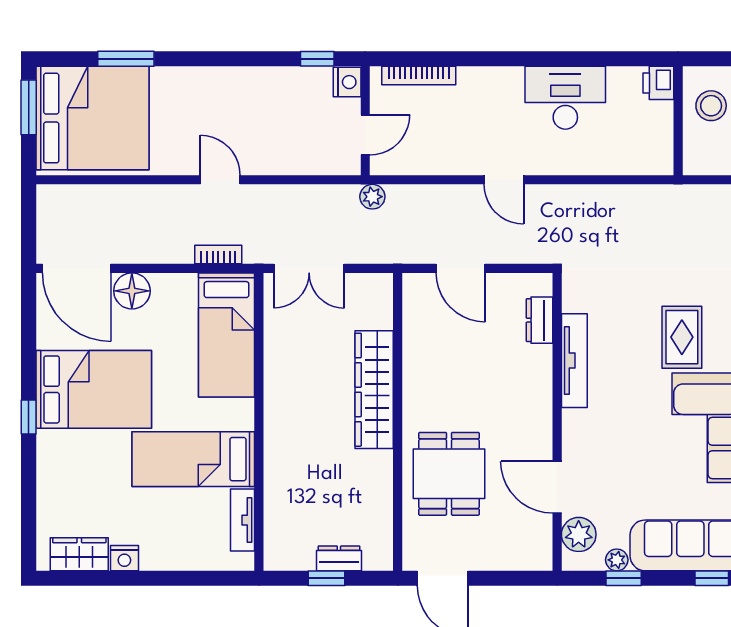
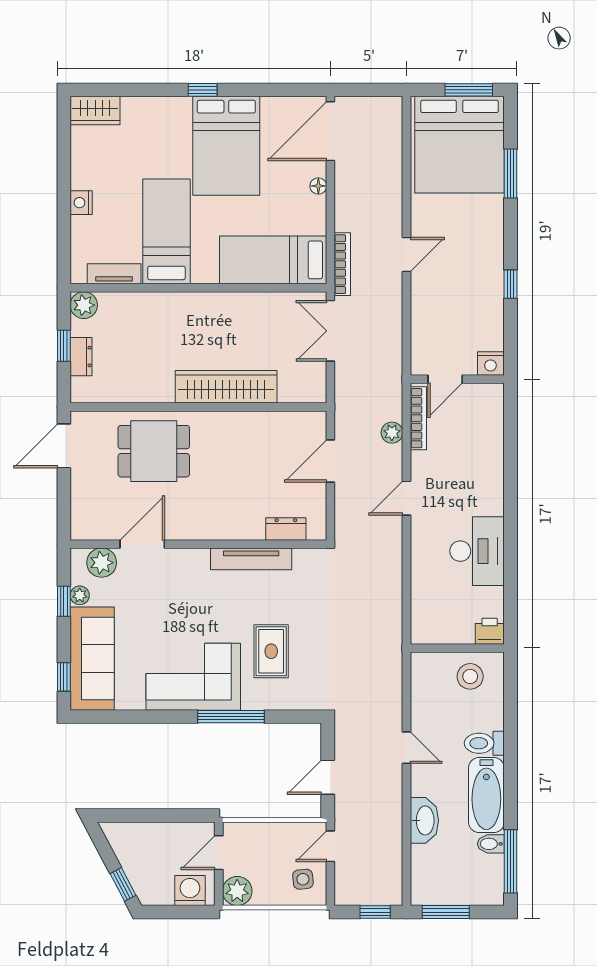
window: (317, 59) -> (511, 284), moved
bookcase: (419, 76) -> (418, 418), moved, turned 180
door: (365, 135) -> (445, 379), hinge flipped
plant: (372, 197) -> (392, 433), moved
bookcase: (218, 255) -> (342, 264), width x1.56
floor lamp: (132, 291) -> (318, 186), width x0.53, depth x0.53
rug: (682, 337) -> (271, 651), turned 90
wardrobe: (79, 554) -> (95, 111), moved, turned 90
plant: (279, 555) -> (84, 305), added
nightstand: (124, 558) -> (81, 203), moved

